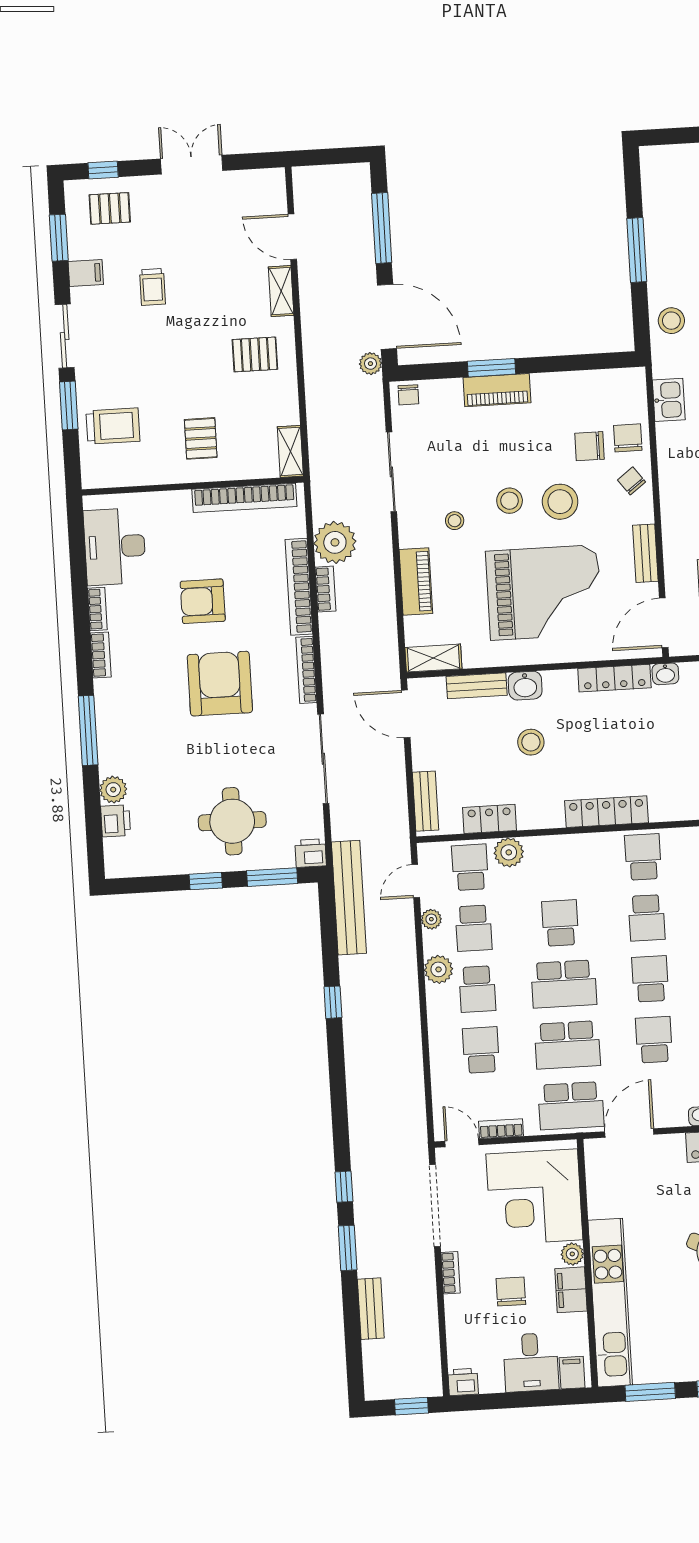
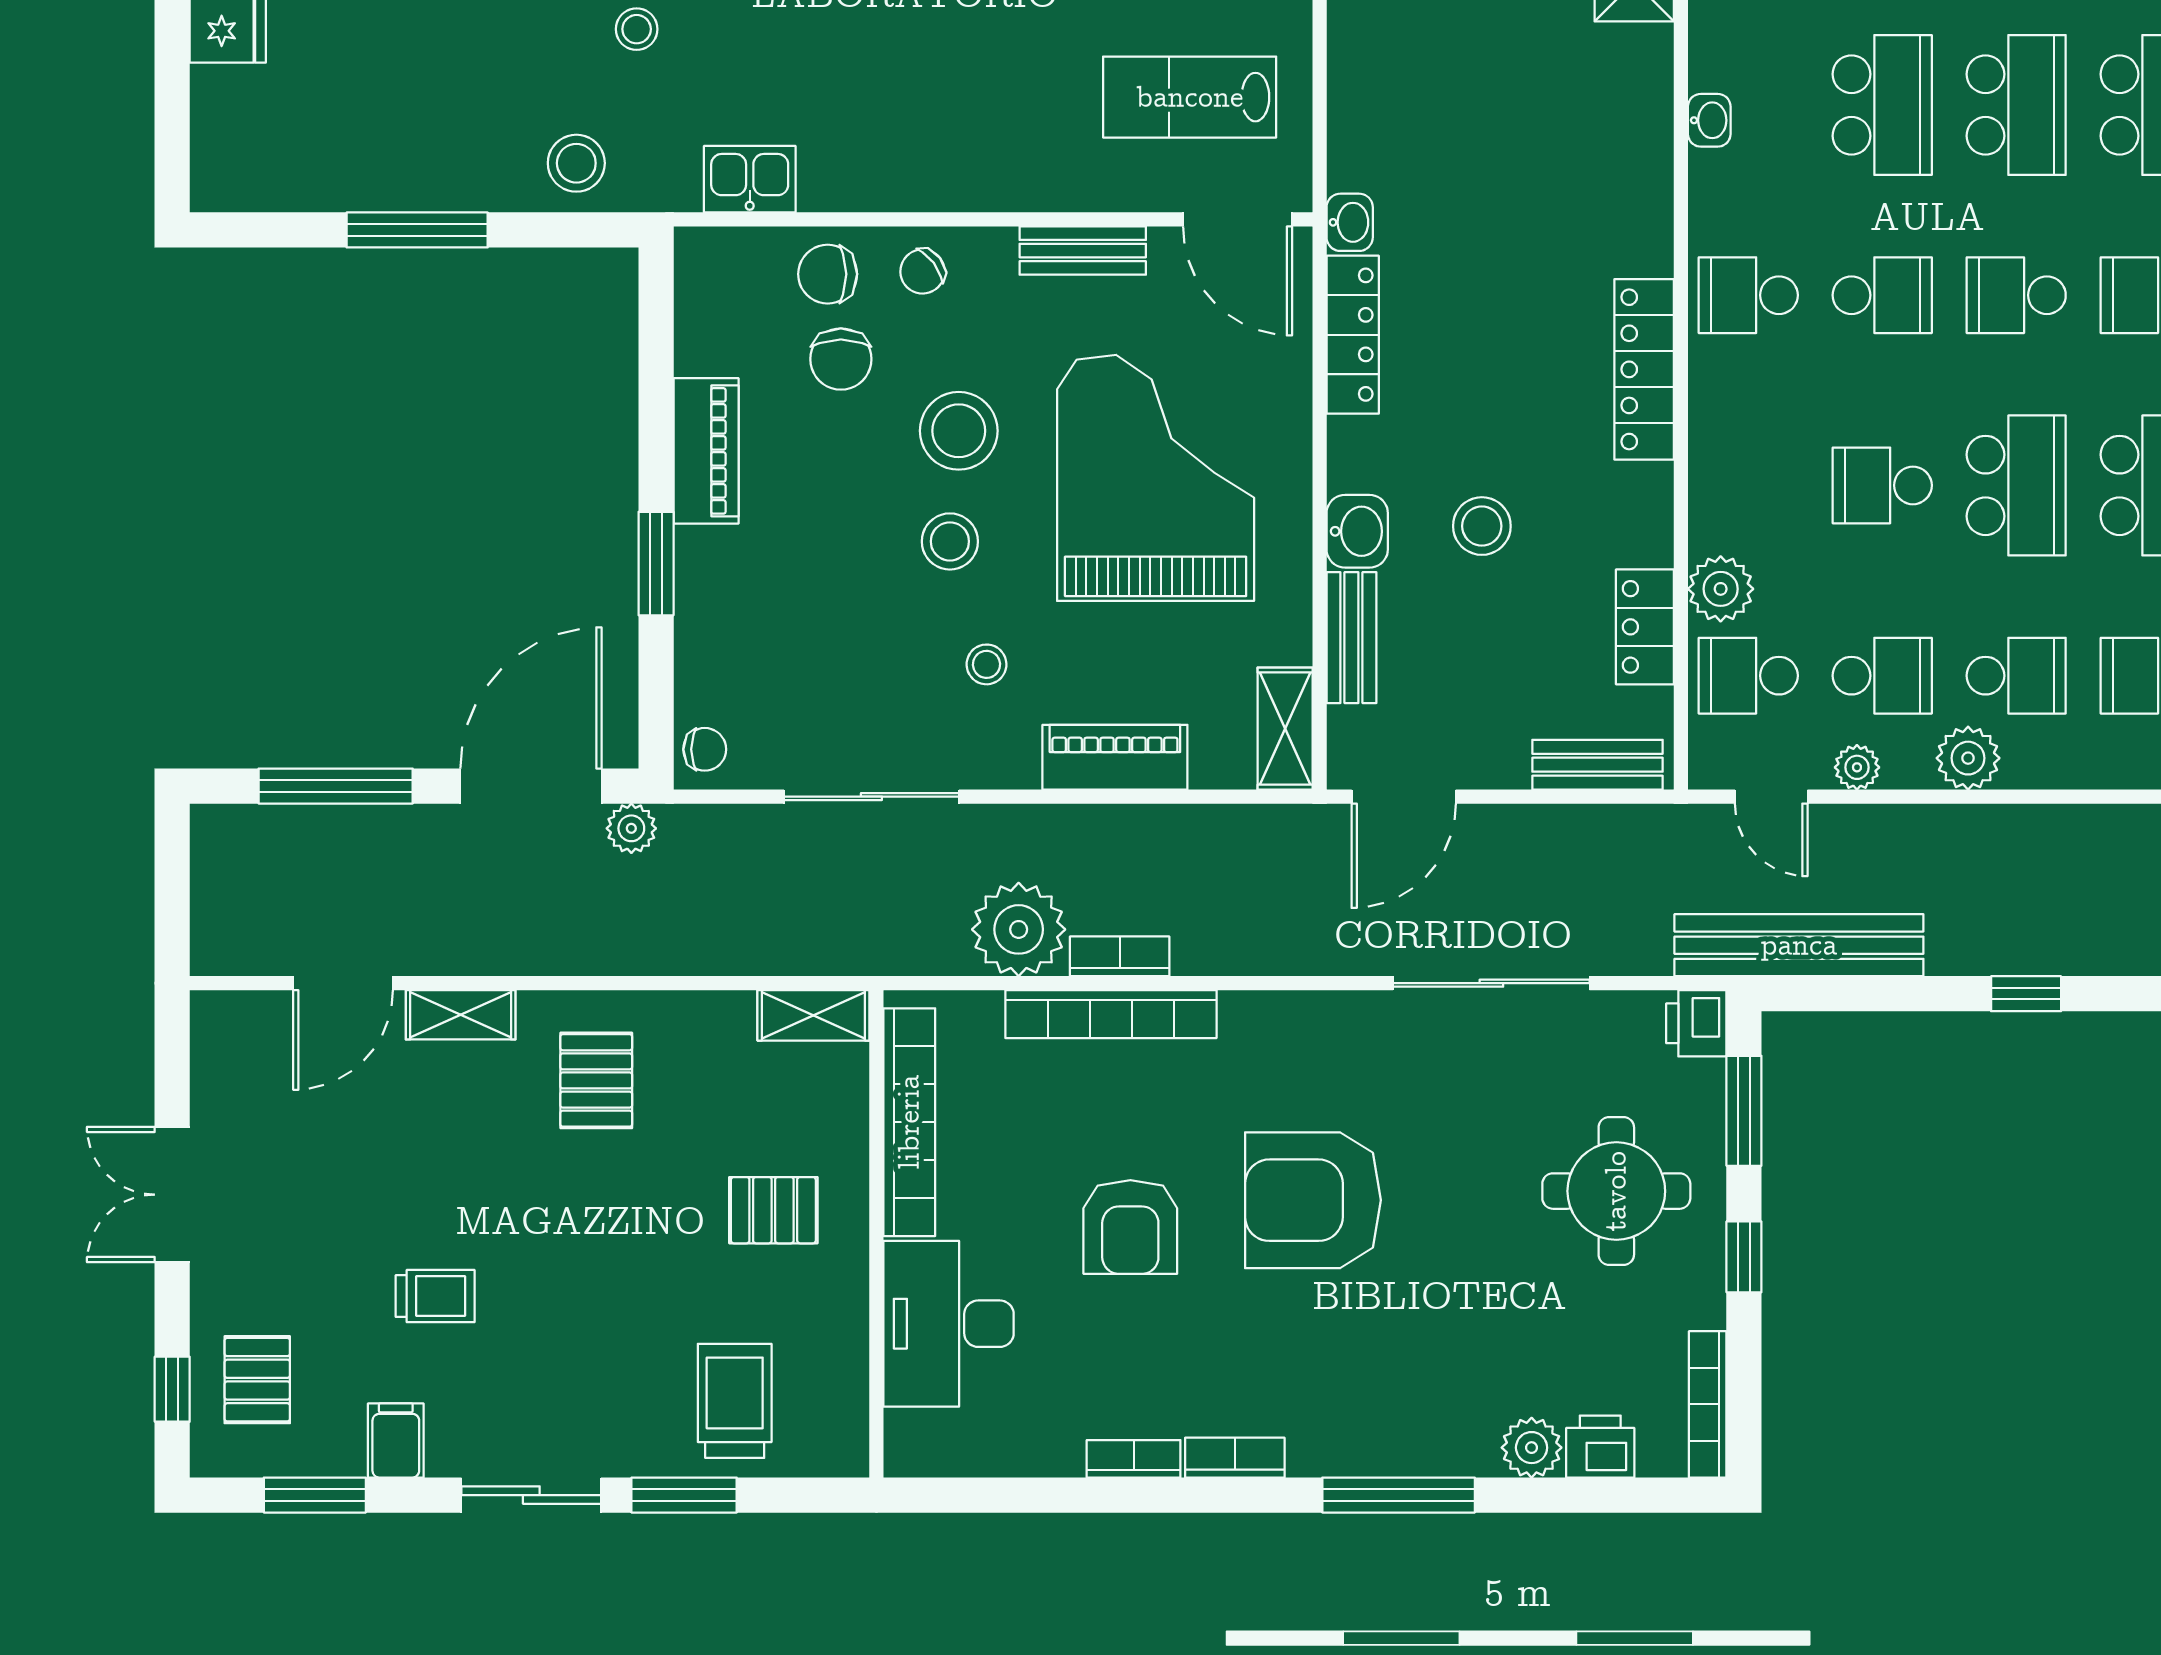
piano: (497, 390) -> (706, 451), moved
desk: (115, 547) -> (949, 1324), moved, turned 90
bookcase: (306, 670) -> (1708, 1404), moved, turned 90

